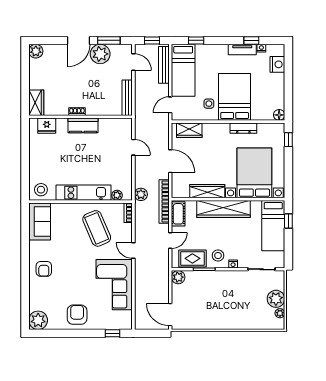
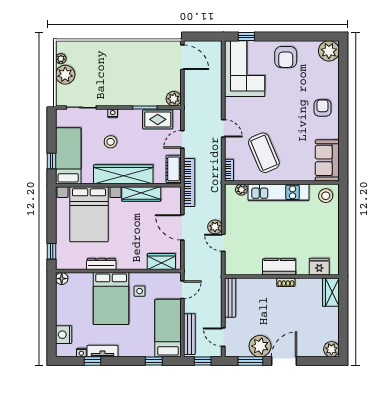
plant: (141, 194) -> (215, 227), moved
stool: (218, 256) -> (111, 142), moved
corner sofa: (114, 285) -> (245, 69), moved

